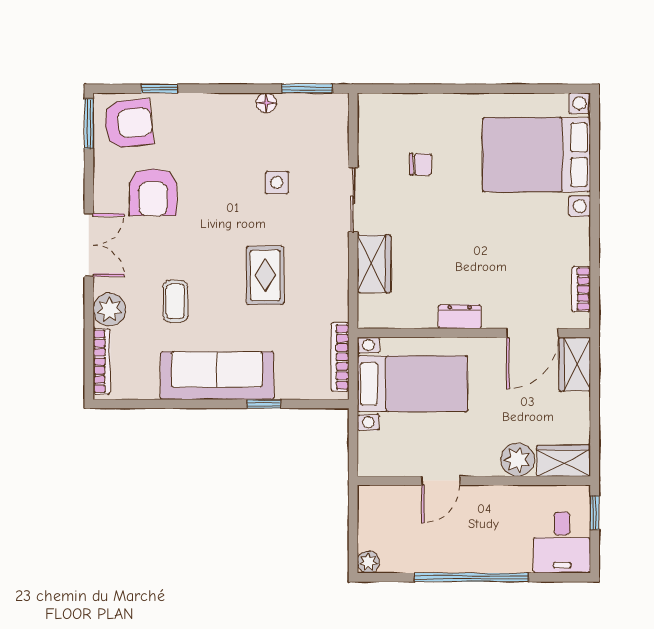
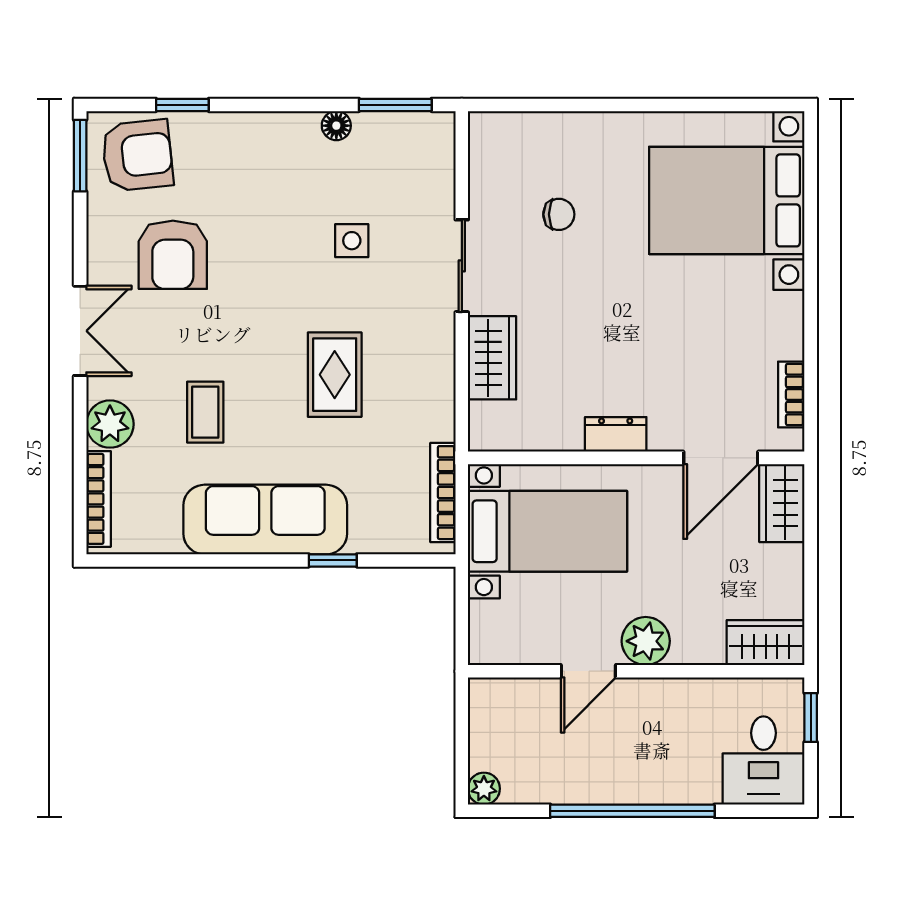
plant: (518, 460) -> (646, 641), moved

